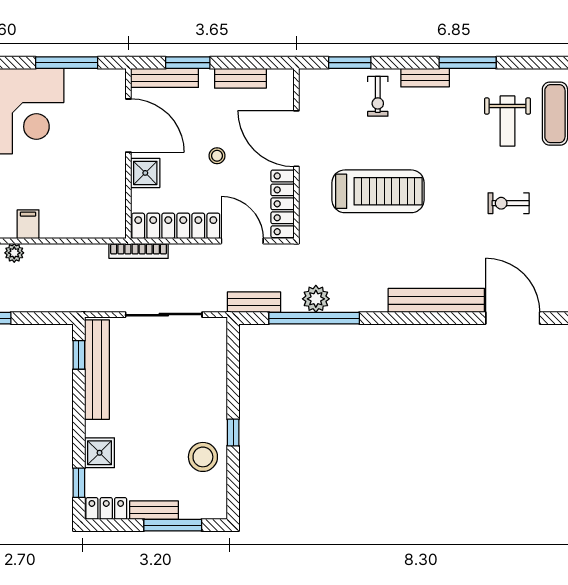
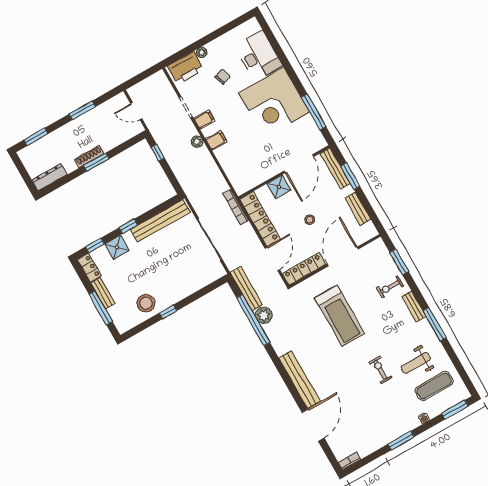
exercise bike: (509, 203) -> (380, 370), moved
bench: (254, 302) -> (246, 289), width x1.36
window: (79, 355) -> (128, 226), moved

